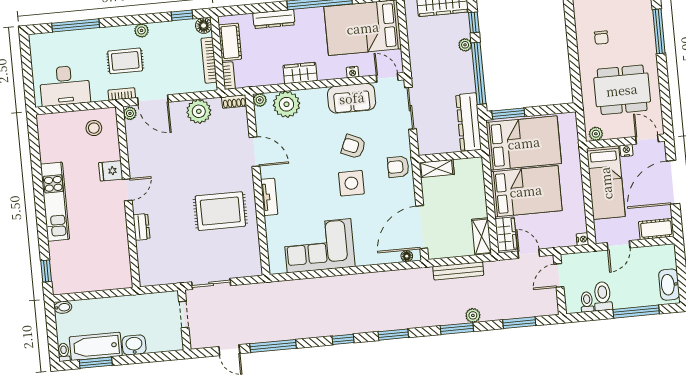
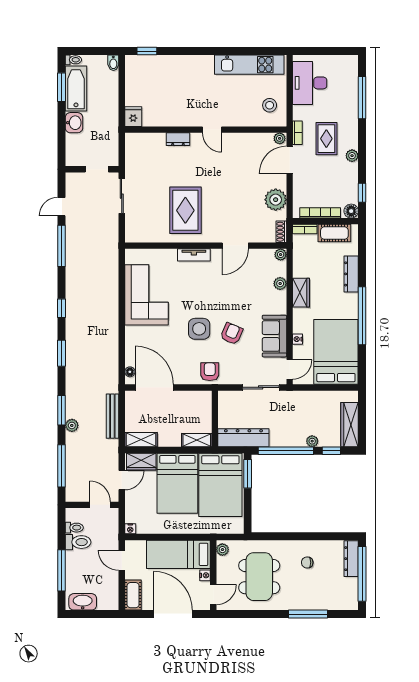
plant: (286, 104) -> (280, 284), width x0.53, depth x0.53
shelving: (437, 169) -> (197, 440), moved, turned 90
fridge: (111, 171) -> (133, 117), moved
kitchen unit: (55, 202) -> (249, 65), moved
window: (519, 323) -> (61, 466), width x1.44

